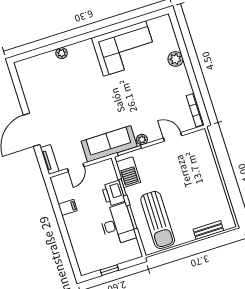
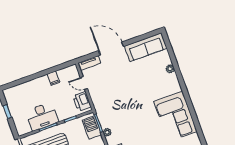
sofa: (109, 144) -> (146, 47), moved, turned 90
barbecue: (128, 172) -> (92, 127), moved, turned 90
printer: (113, 193) -> (82, 101), moved, turned -90

